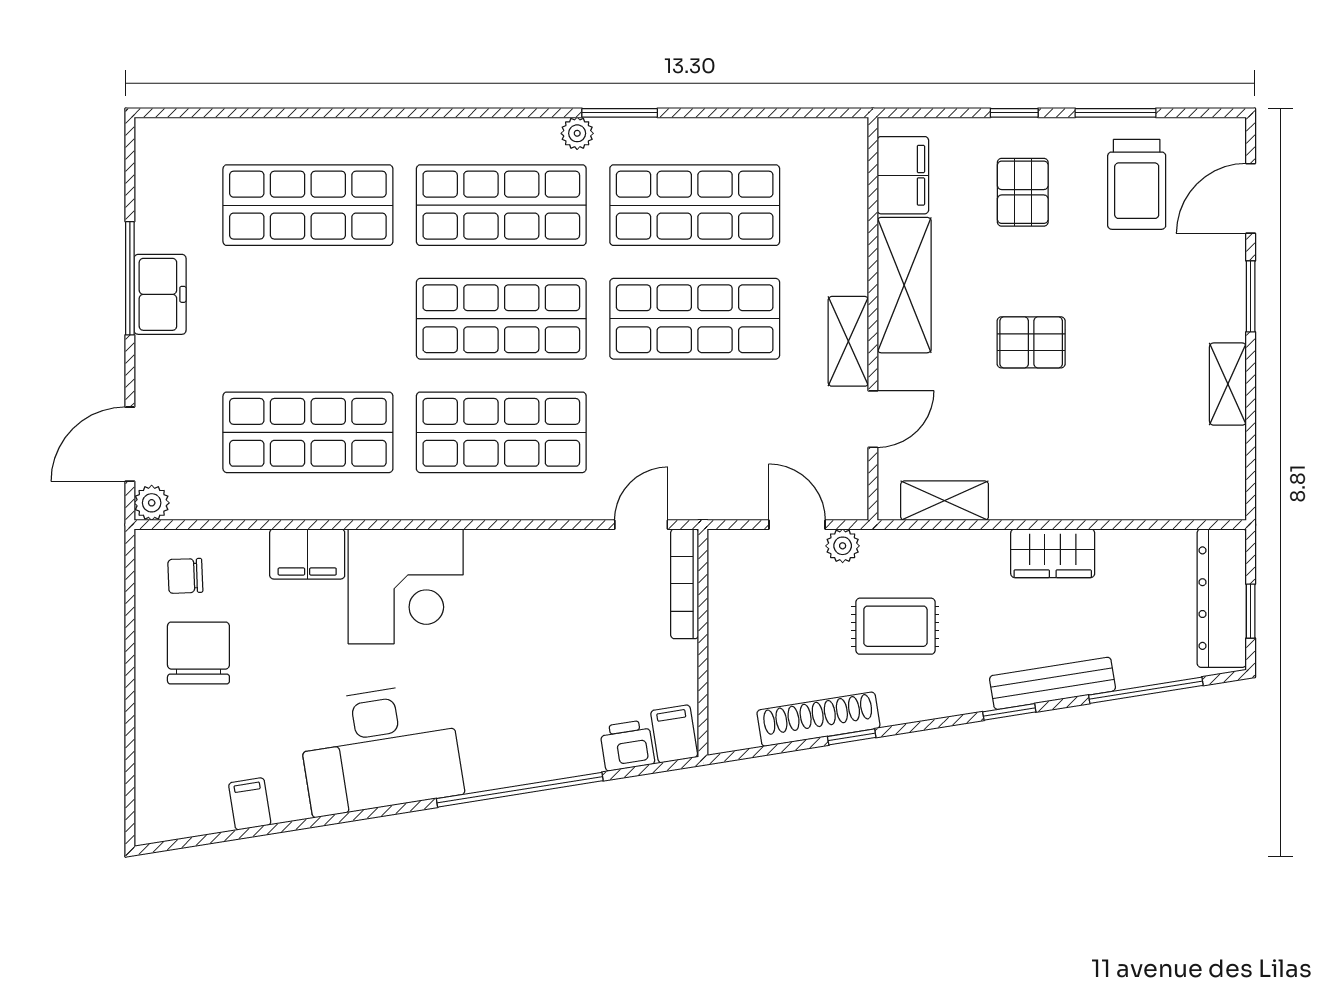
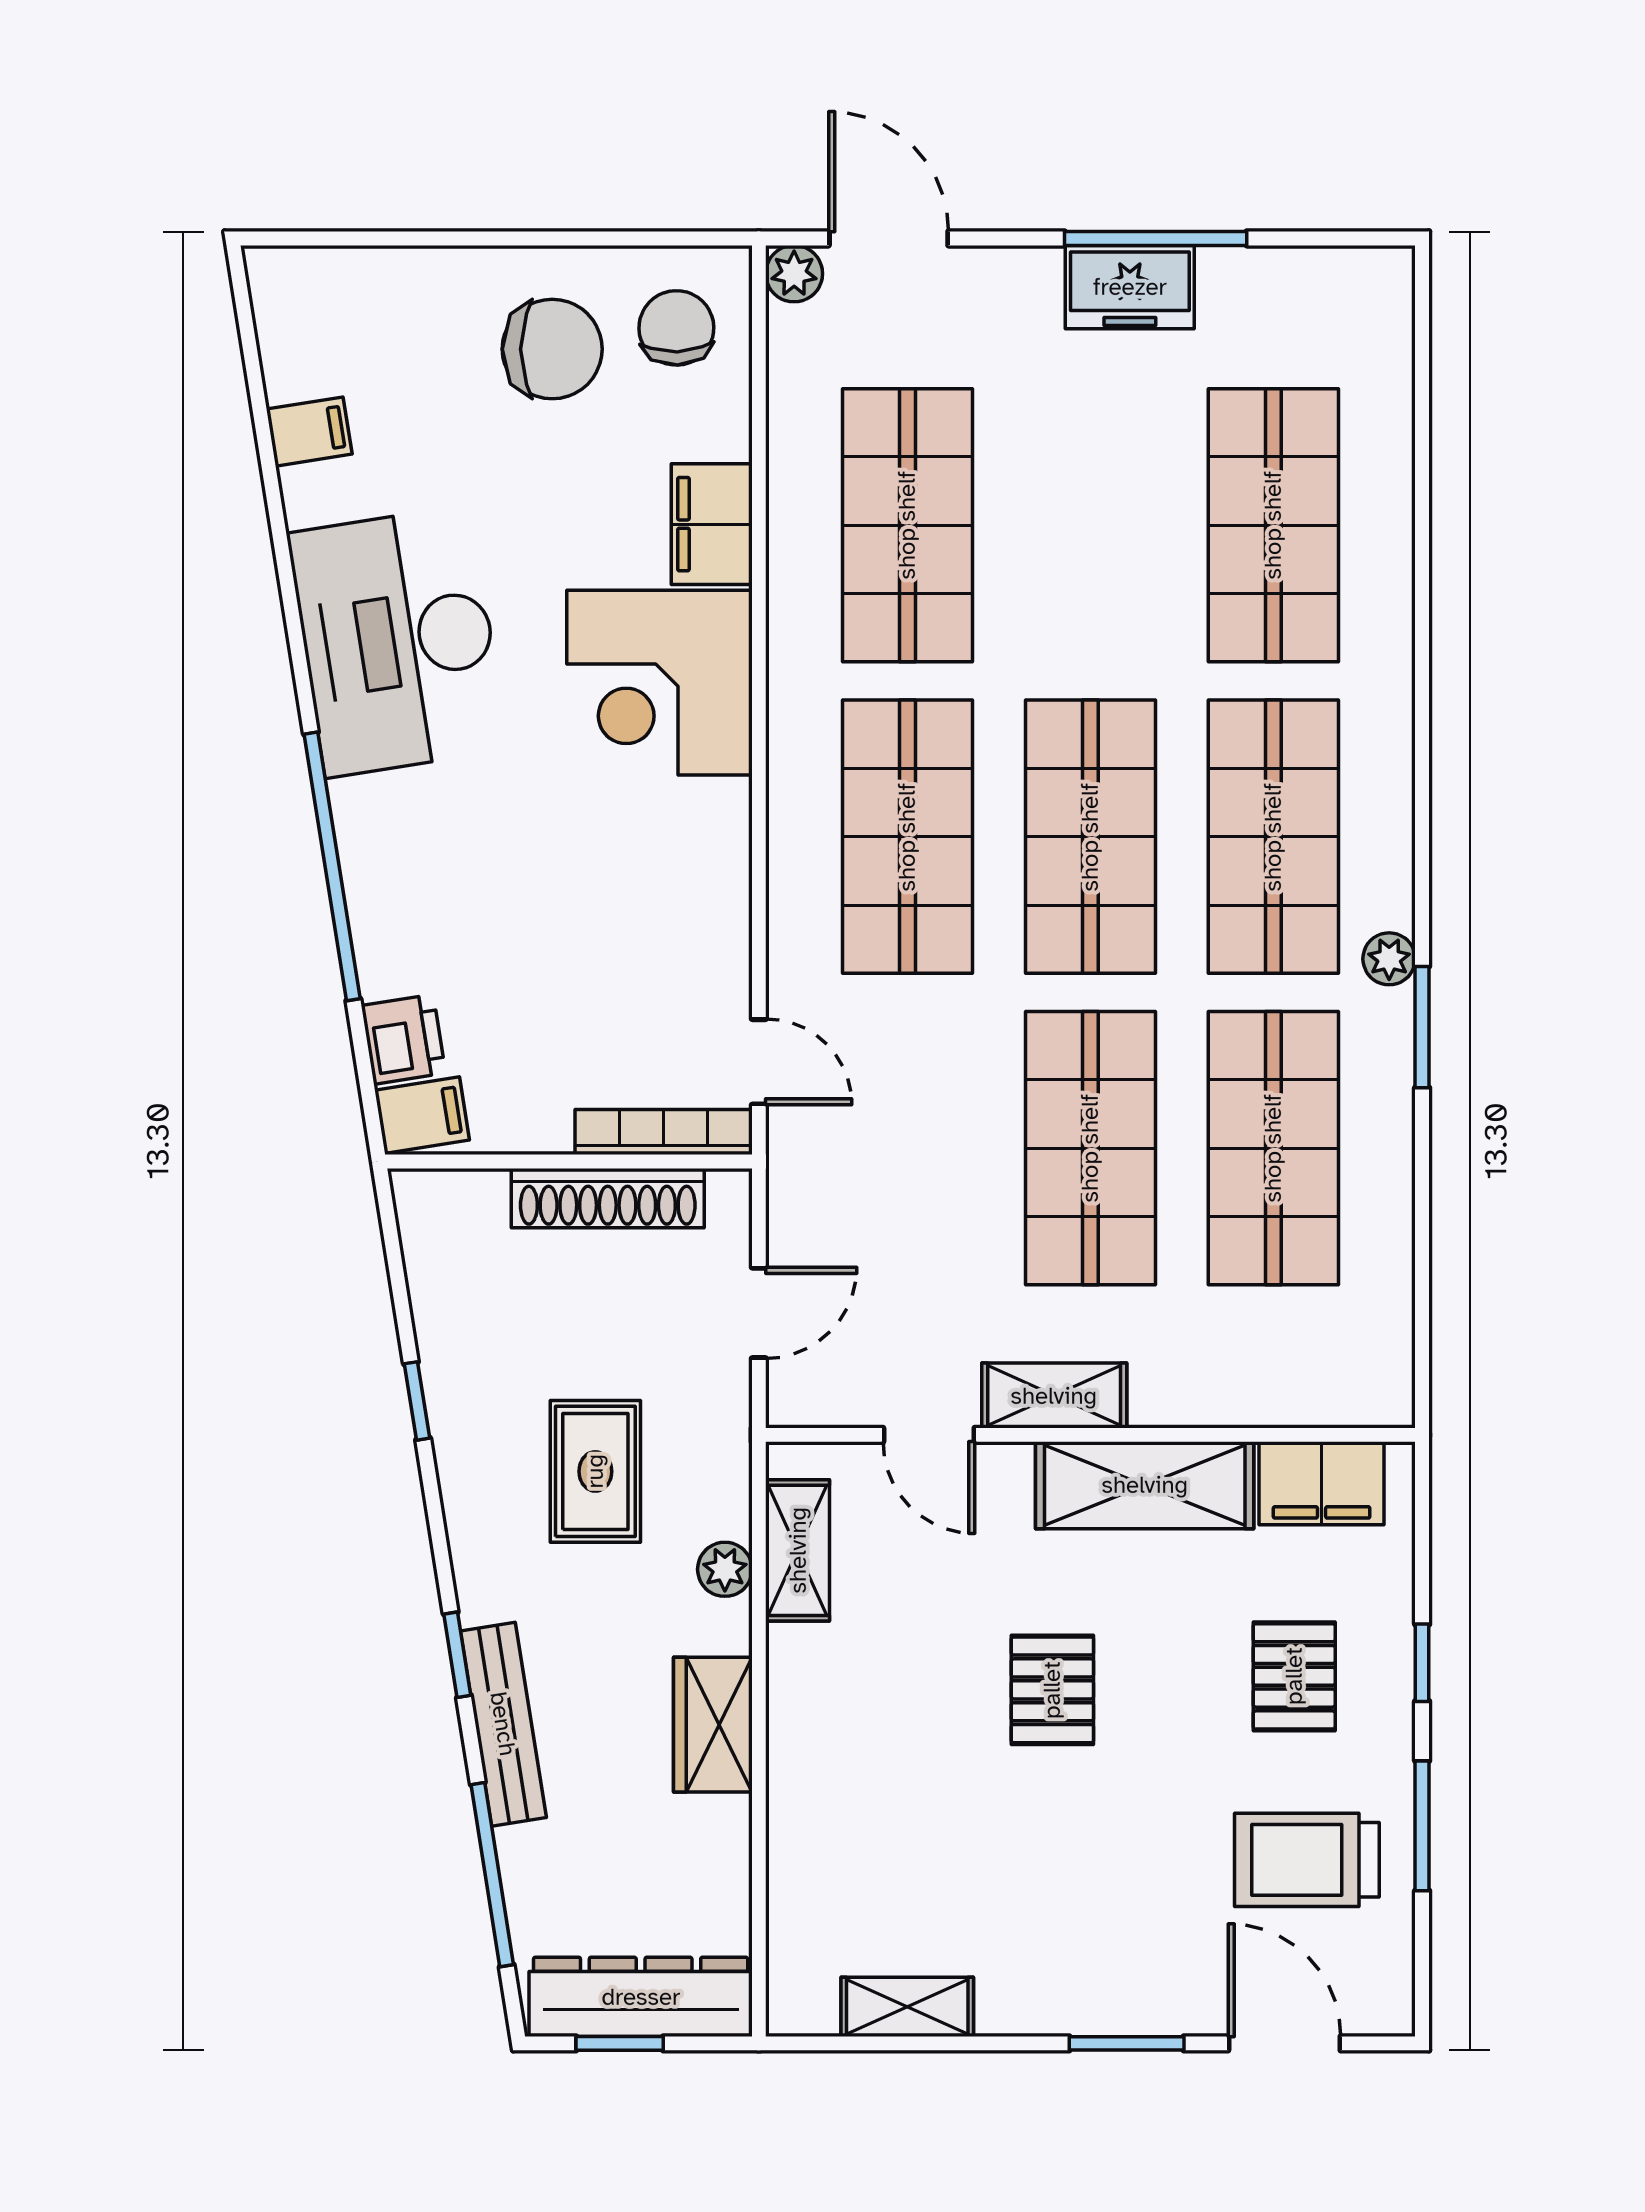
pallet: (1023, 192) -> (1294, 1676), turned 90
shelving: (1228, 384) -> (907, 2007), moved
plant: (843, 546) -> (725, 1569), moved
chair: (185, 576) -> (676, 328), width x1.37, depth x1.37
shoe rack: (818, 719) -> (608, 1198), moved, turned 99

